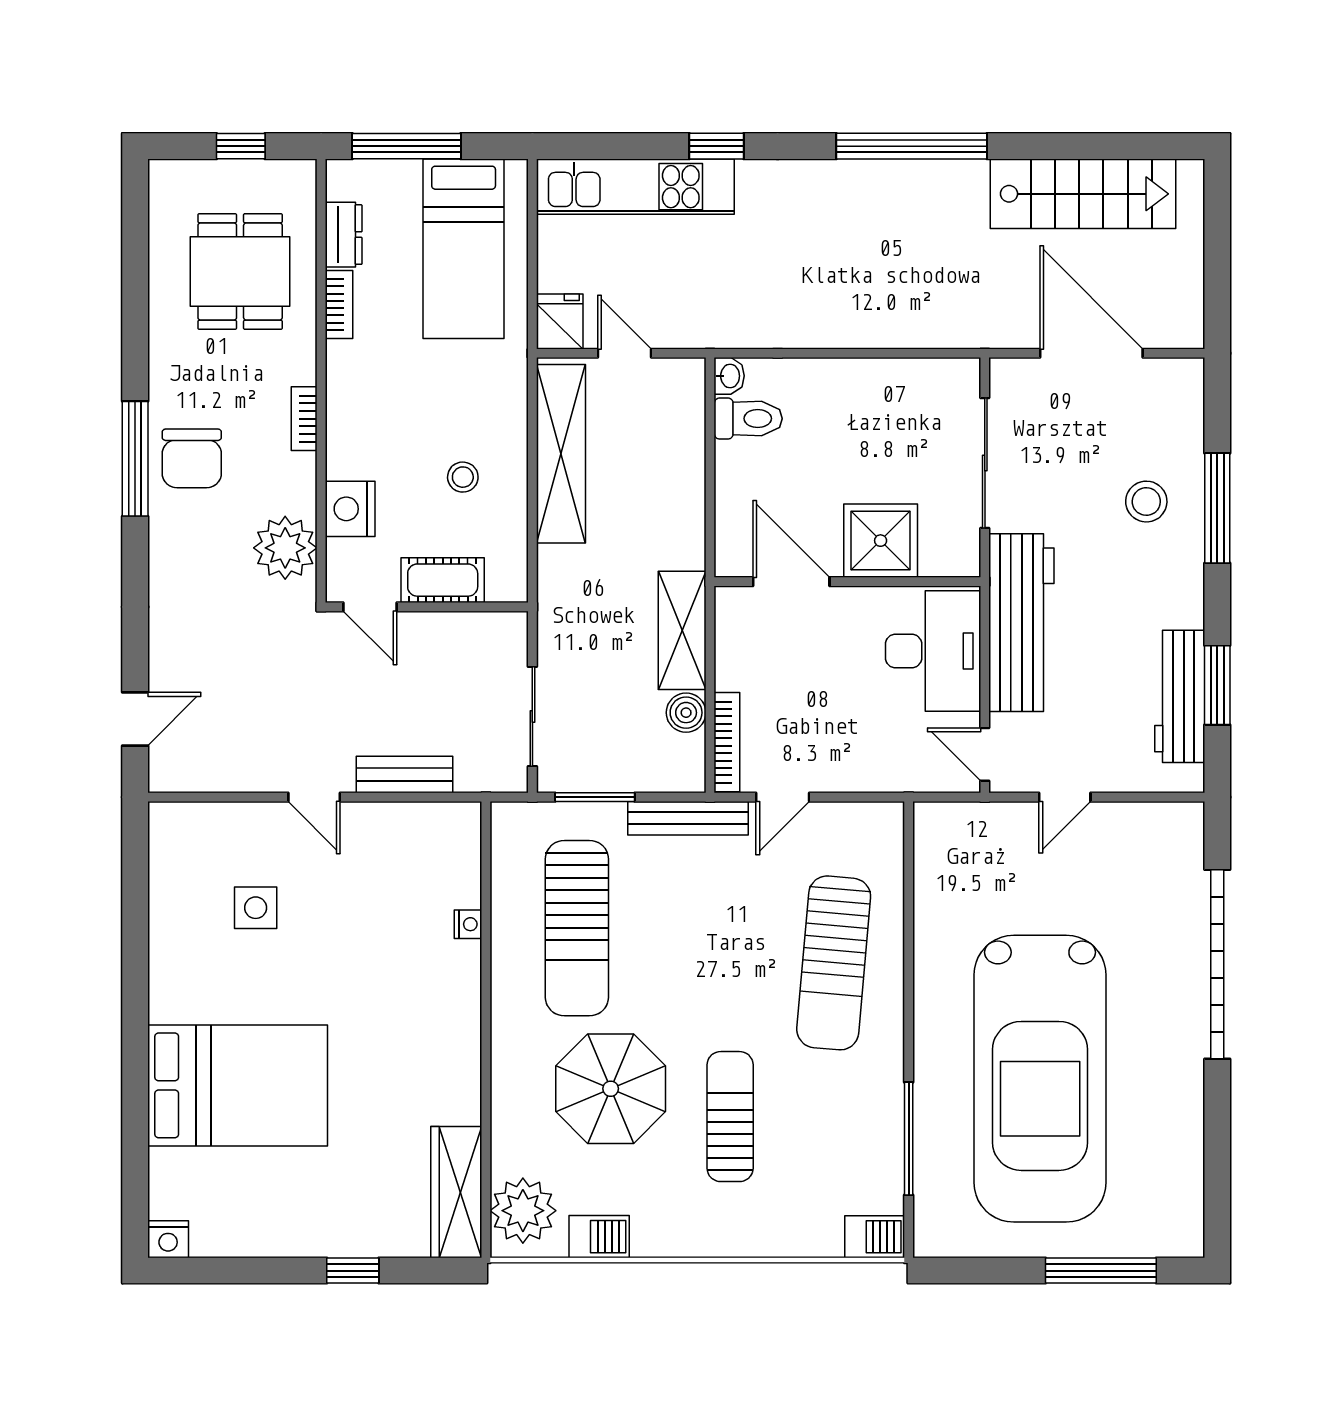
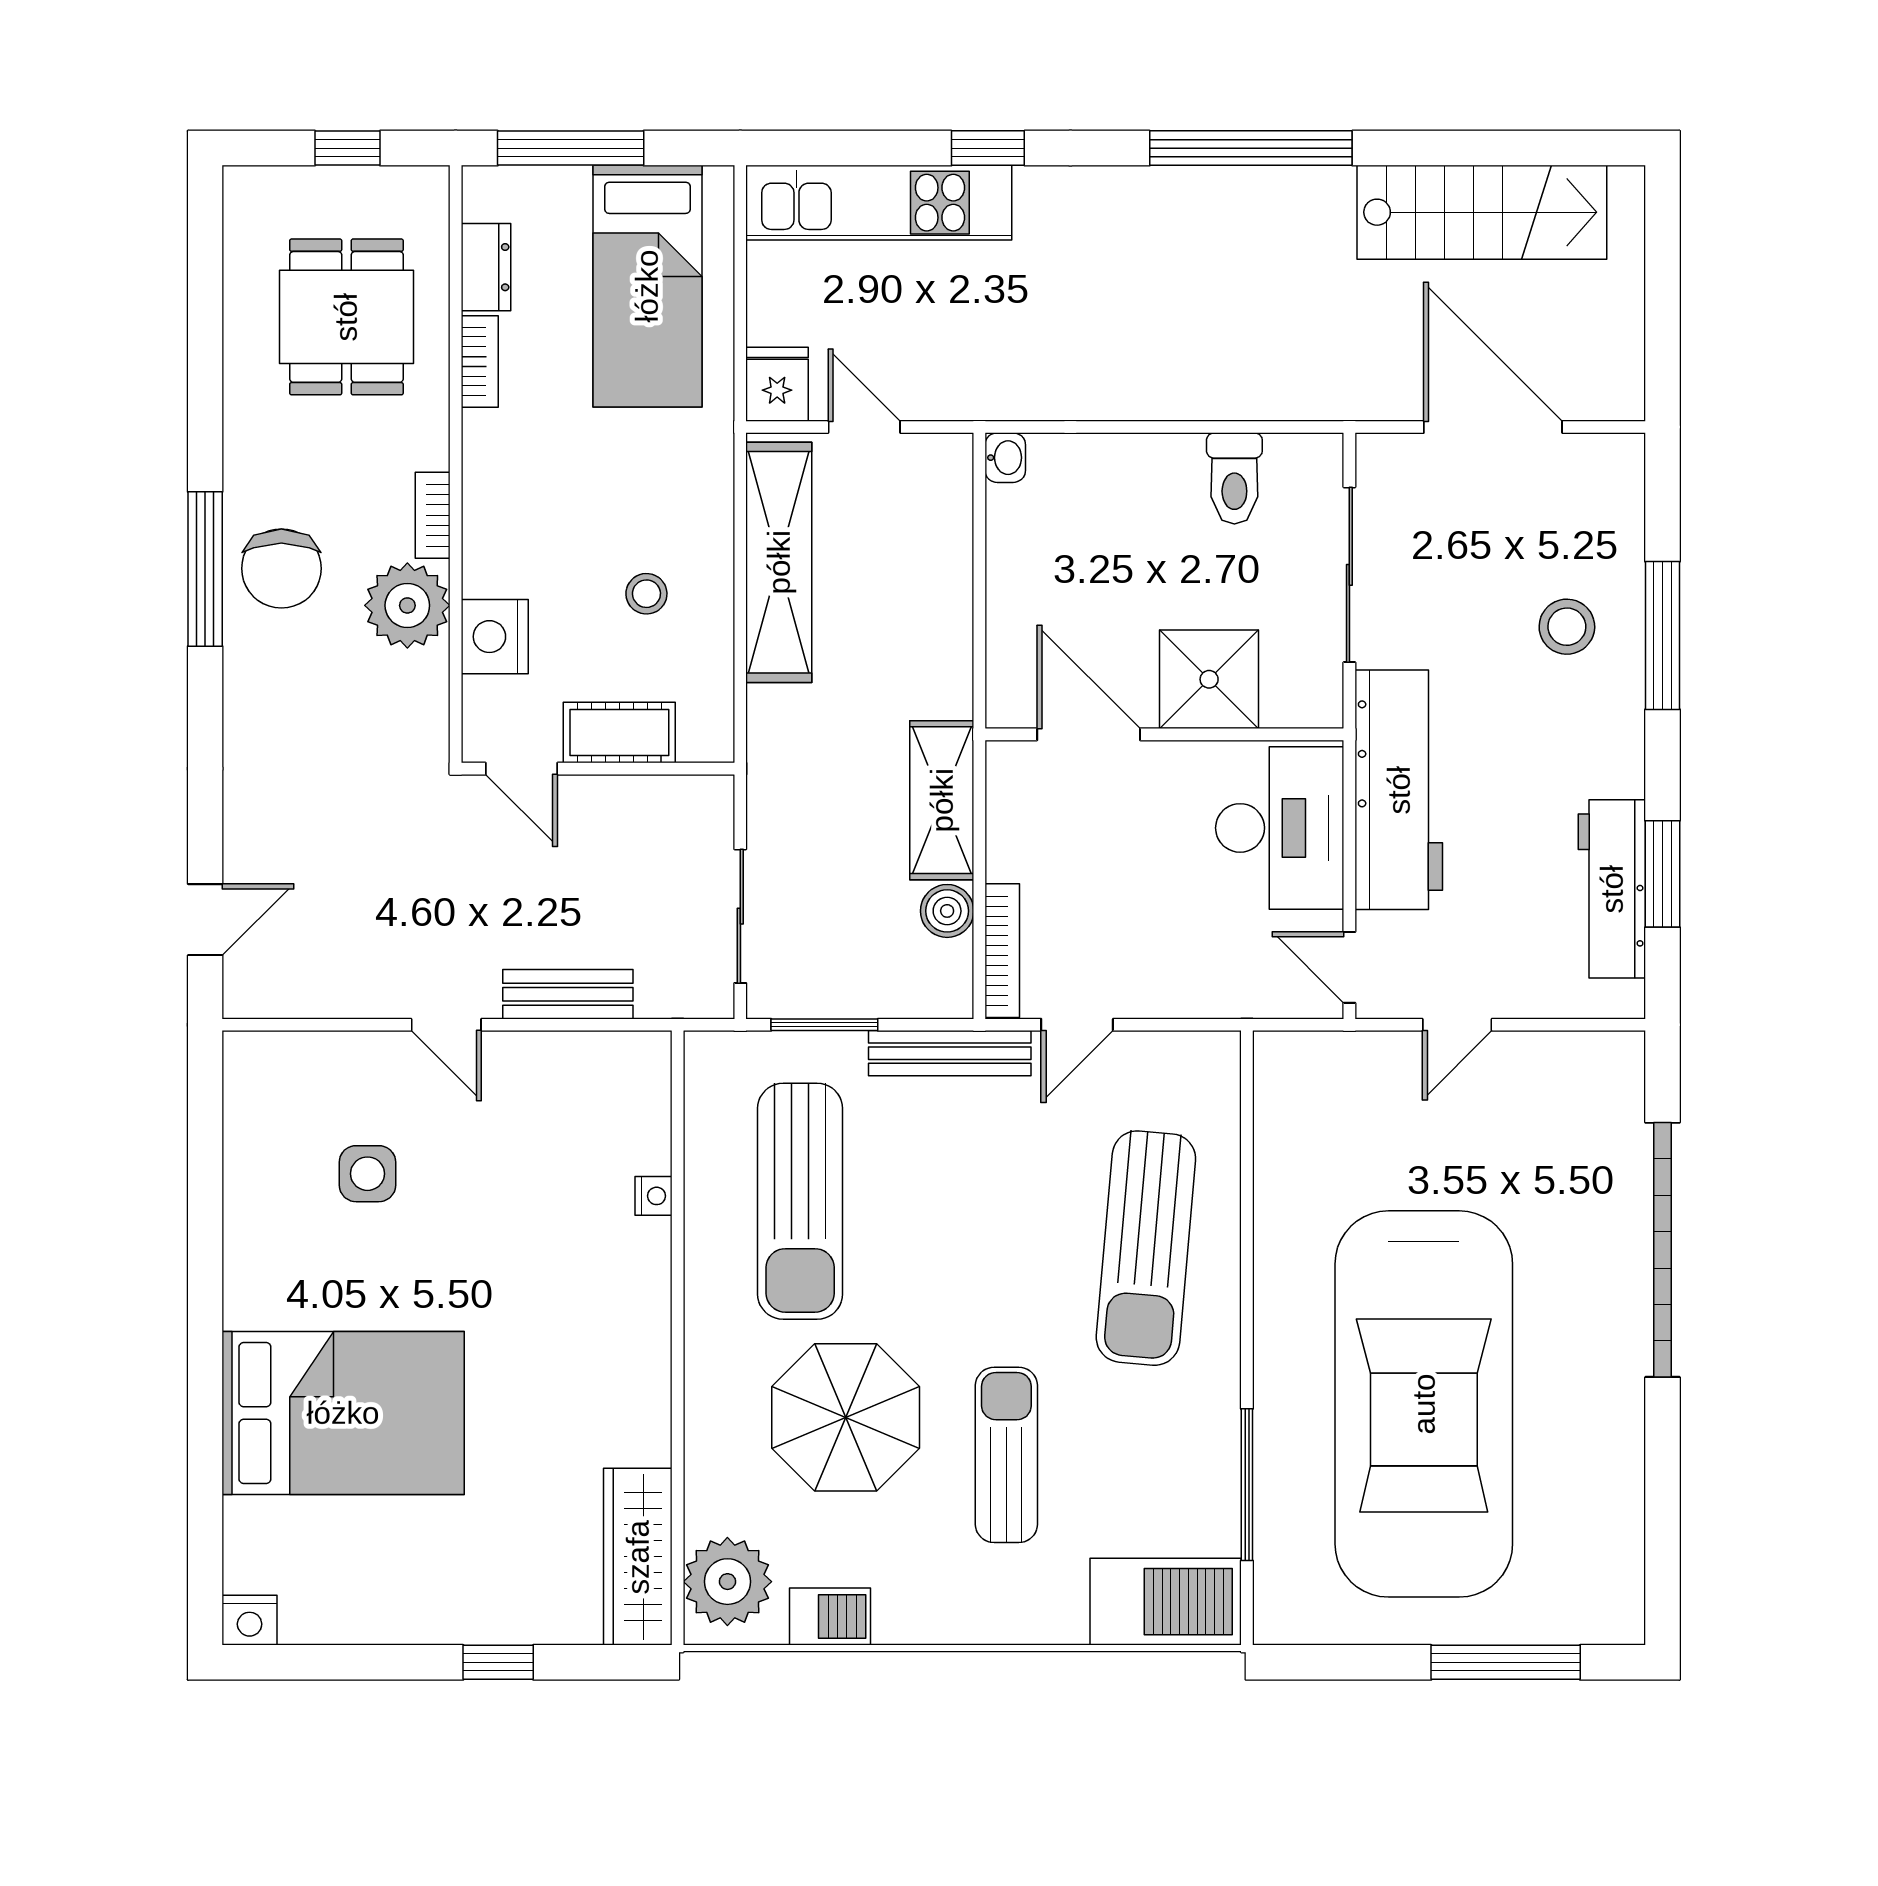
toilet: (748, 419) -> (1234, 478), moved, turned 90
plant: (285, 548) -> (407, 605), moved
barbecue: (875, 1237) -> (1166, 1602), width x1.88, depth x1.53

